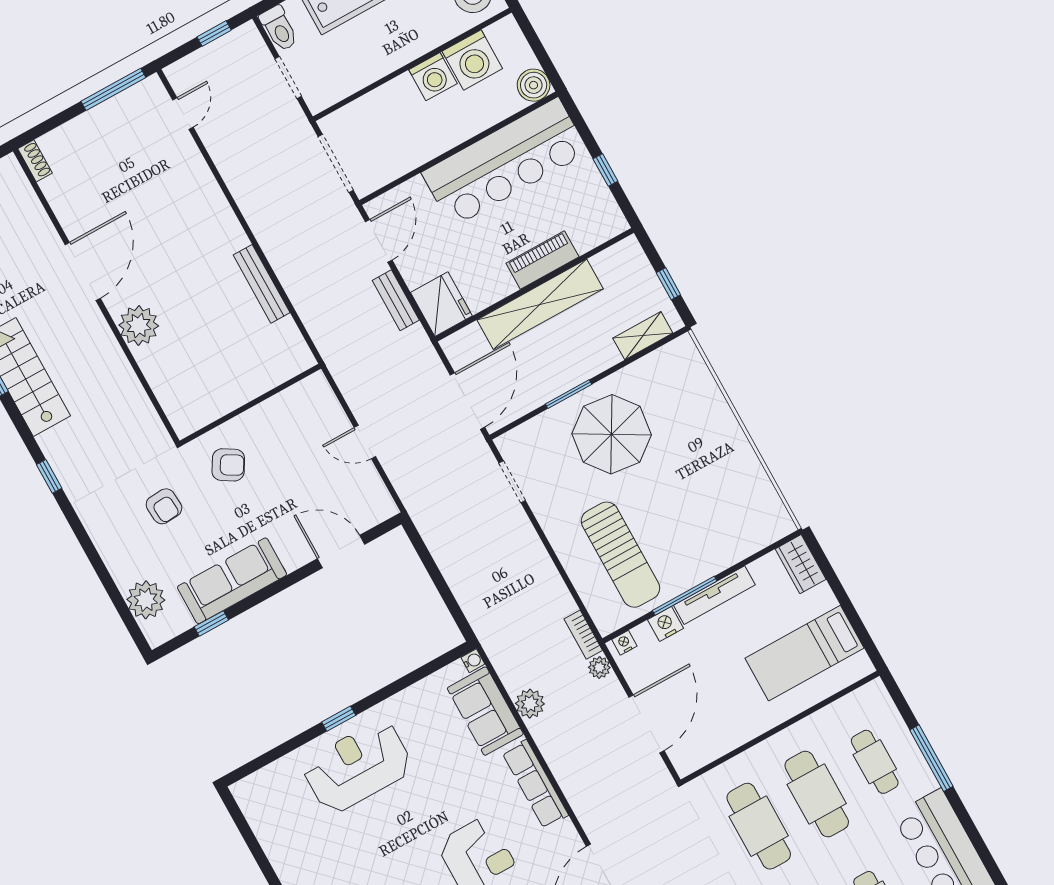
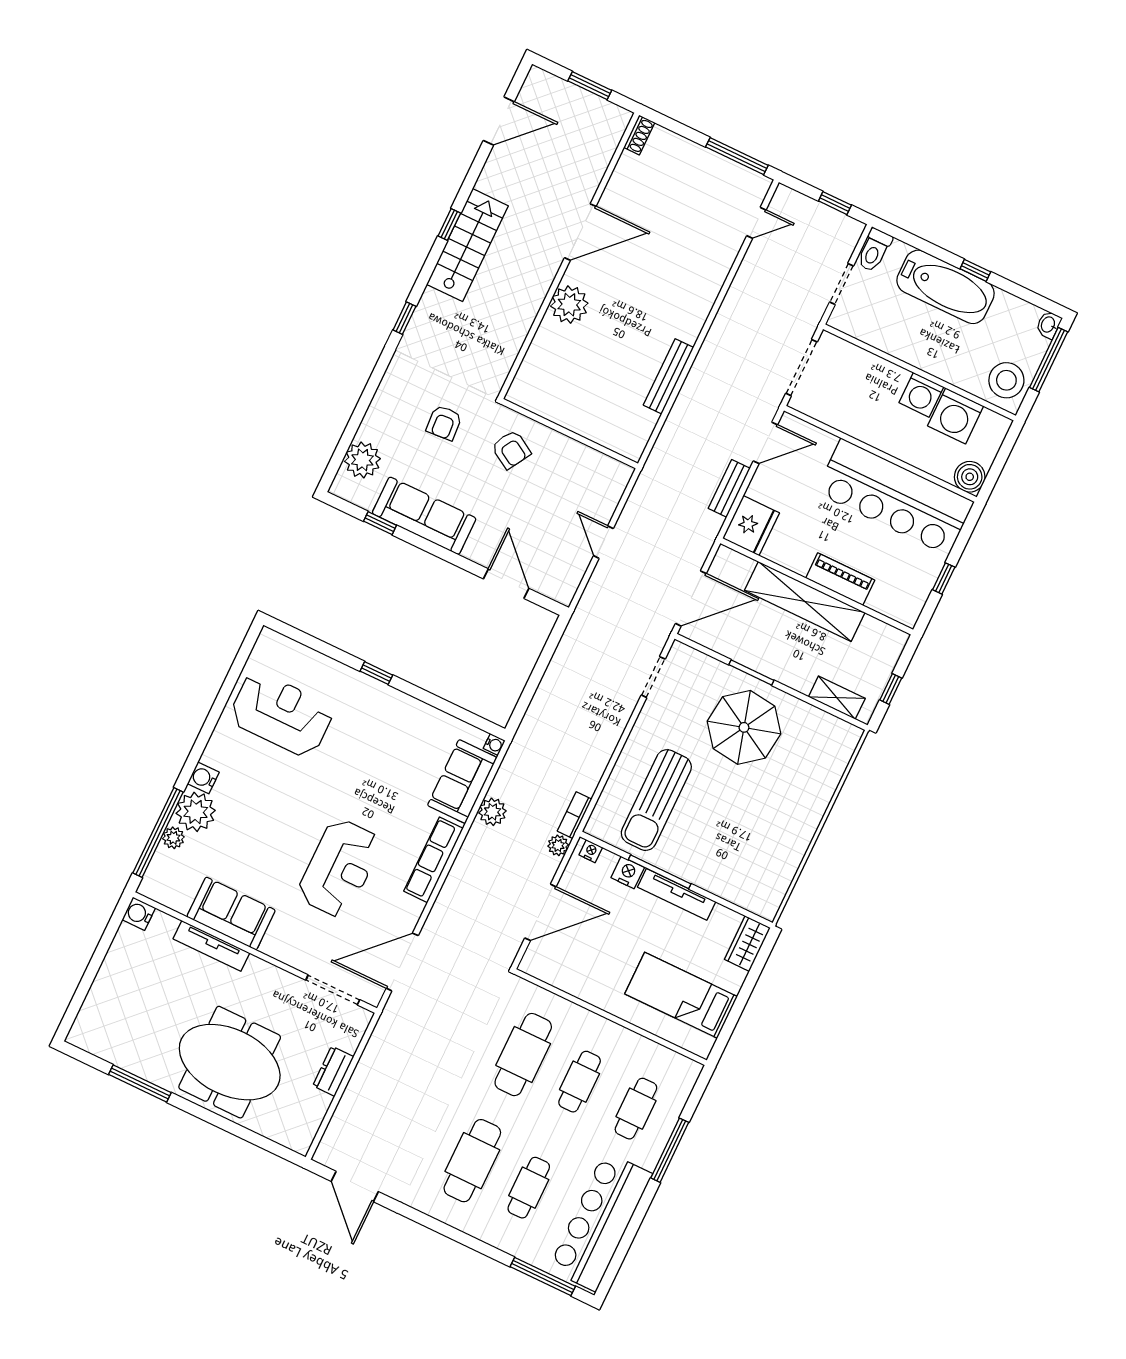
reception desk: (357, 767) -> (281, 714), moved
cafe table: (817, 794) -> (580, 1082), width x0.73, depth x0.74

